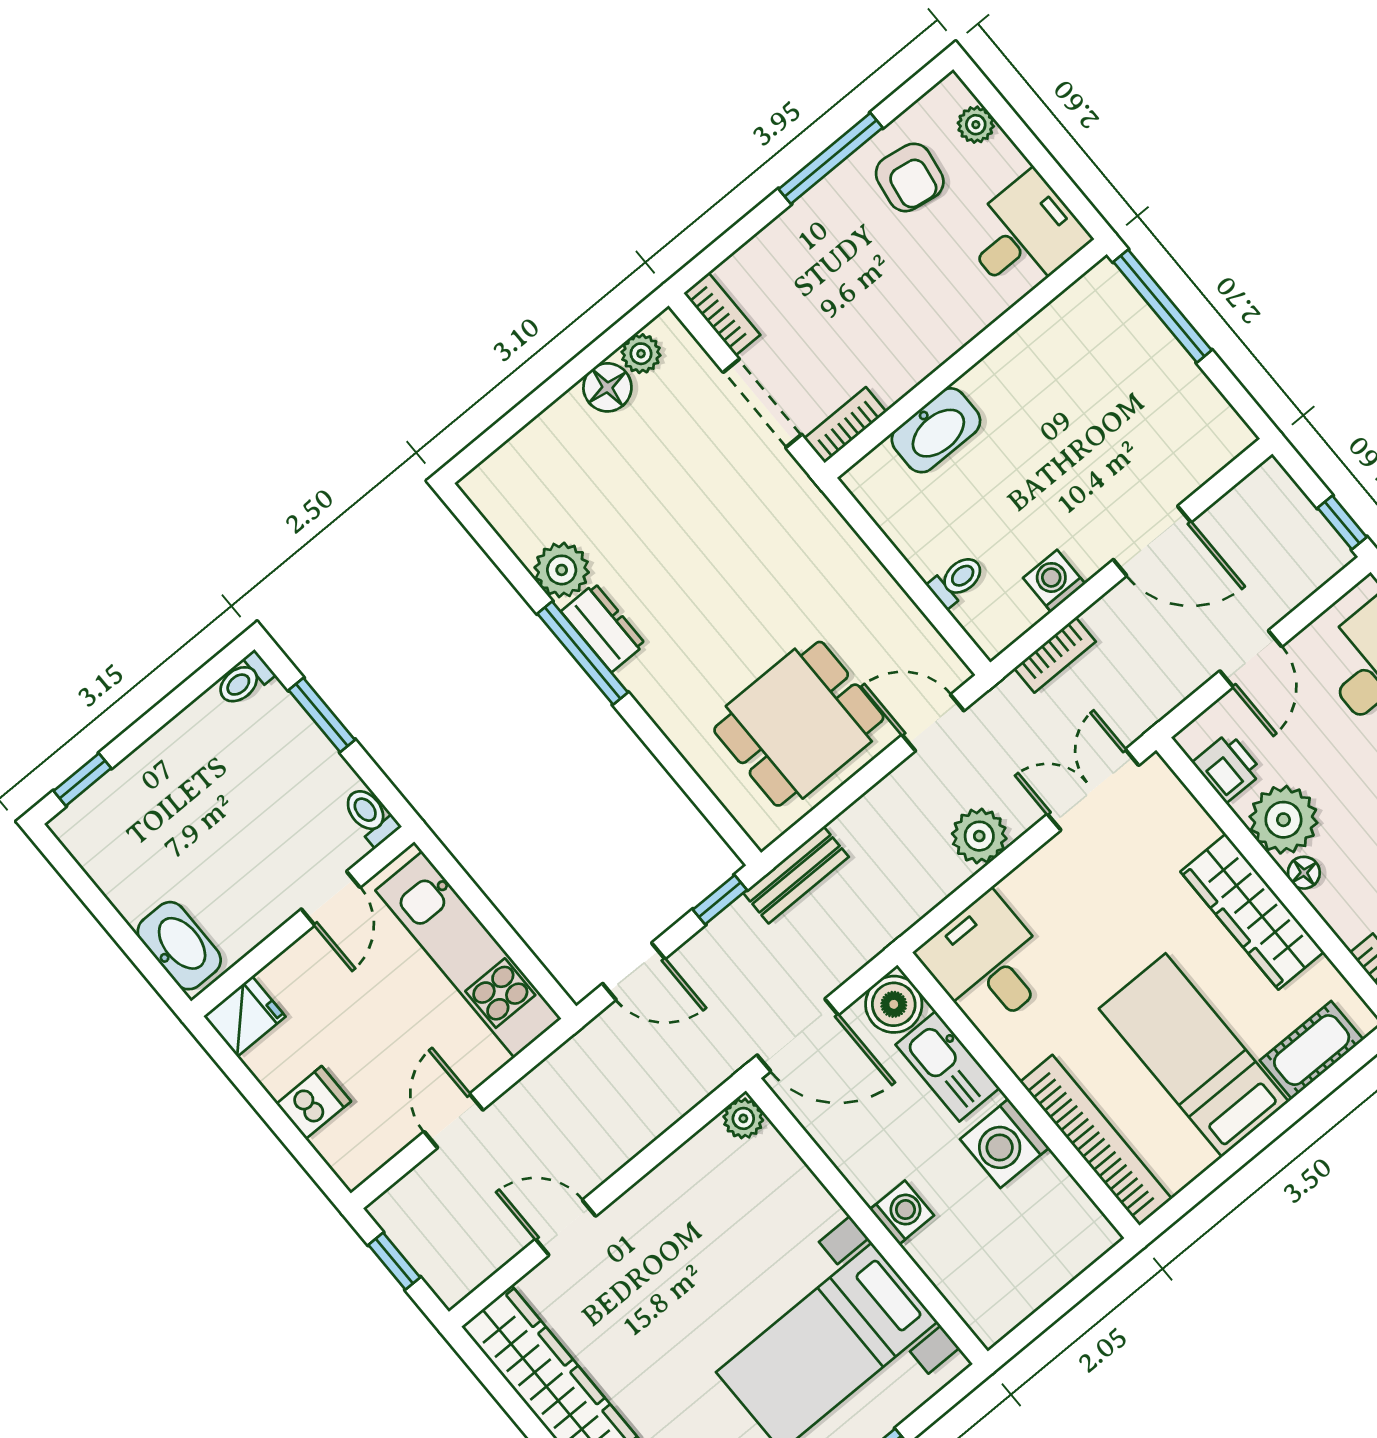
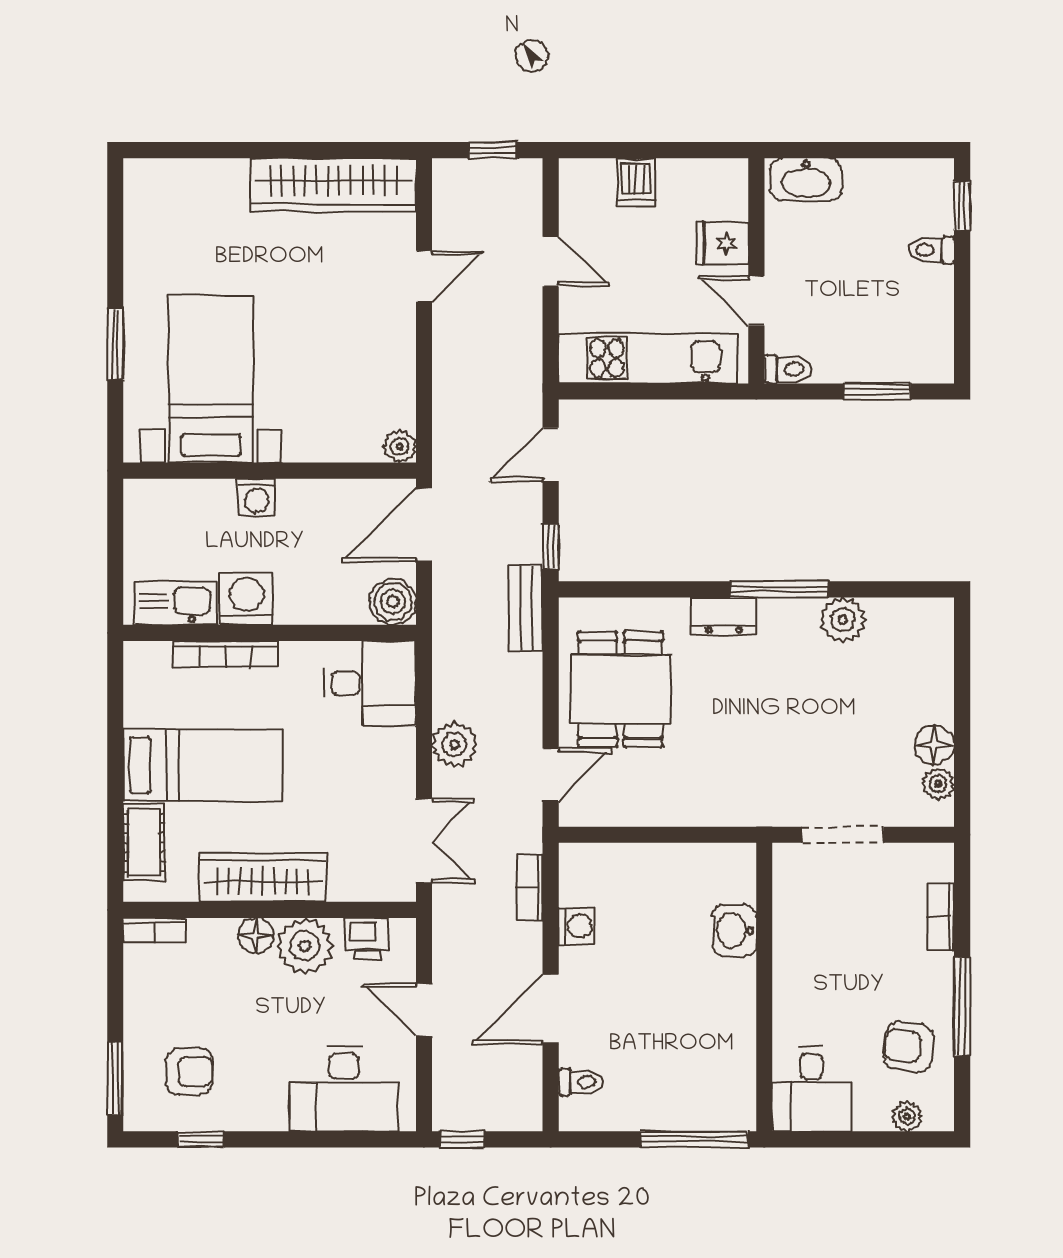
bookcase: (722, 314) -> (941, 917), moved, turned 90
bookcase: (845, 425) -> (785, 876), removed
washbasin: (936, 430) -> (734, 930), width x0.72
toilet: (957, 580) -> (581, 1082), moved, turned -90
dresser: (603, 628) -> (724, 616), moved
toilet: (244, 680) -> (932, 250), moved, turned -90
floor lamp: (1304, 873) -> (256, 936), width x1.37, depth x1.37
fridge: (245, 1016) -> (722, 243), moved, turned 90
kitchen sink: (948, 1066) -> (176, 603), moved
bookcase: (1096, 1140) -> (225, 654), width x0.68, depth x0.76

